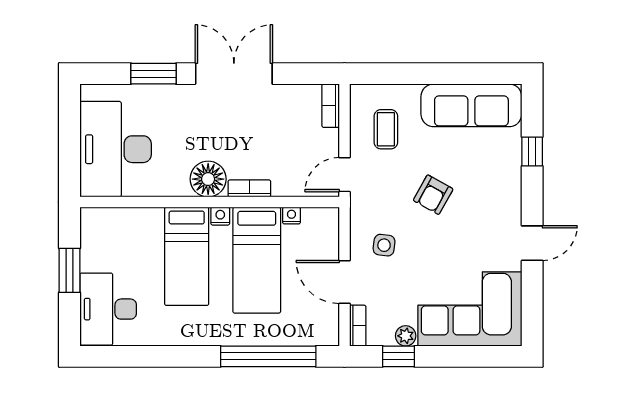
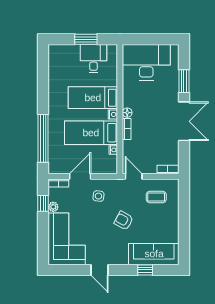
sofa: (471, 105) -> (154, 254), moved, turned 90
floor lamp: (208, 179) -> (127, 113), width x0.53, depth x0.53
desk: (108, 309) -> (93, 59), moved, width x0.73

